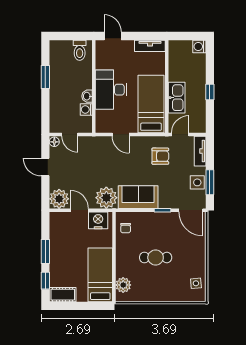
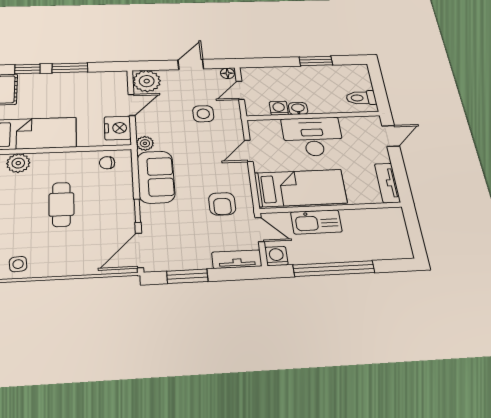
washing machine: (199, 47) -> (276, 256), moved
window: (210, 92) -> (334, 269), width x3.17
side table: (197, 182) -> (203, 114), moved
plant: (106, 198) -> (145, 143), width x0.53, depth x0.53

